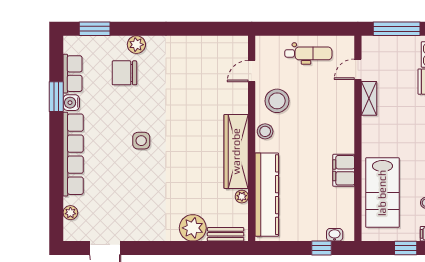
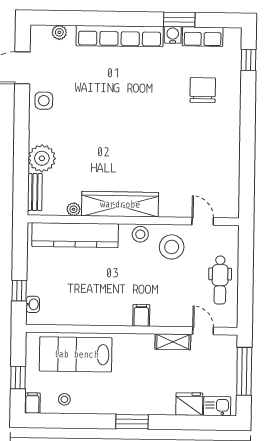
window: (95, 29) -> (249, 60), width x0.67
plant: (136, 45) -> (232, 103), removed
side table: (141, 141) -> (44, 101), moved
filing cabinet: (344, 170) -> (141, 315), moved, width x0.50

